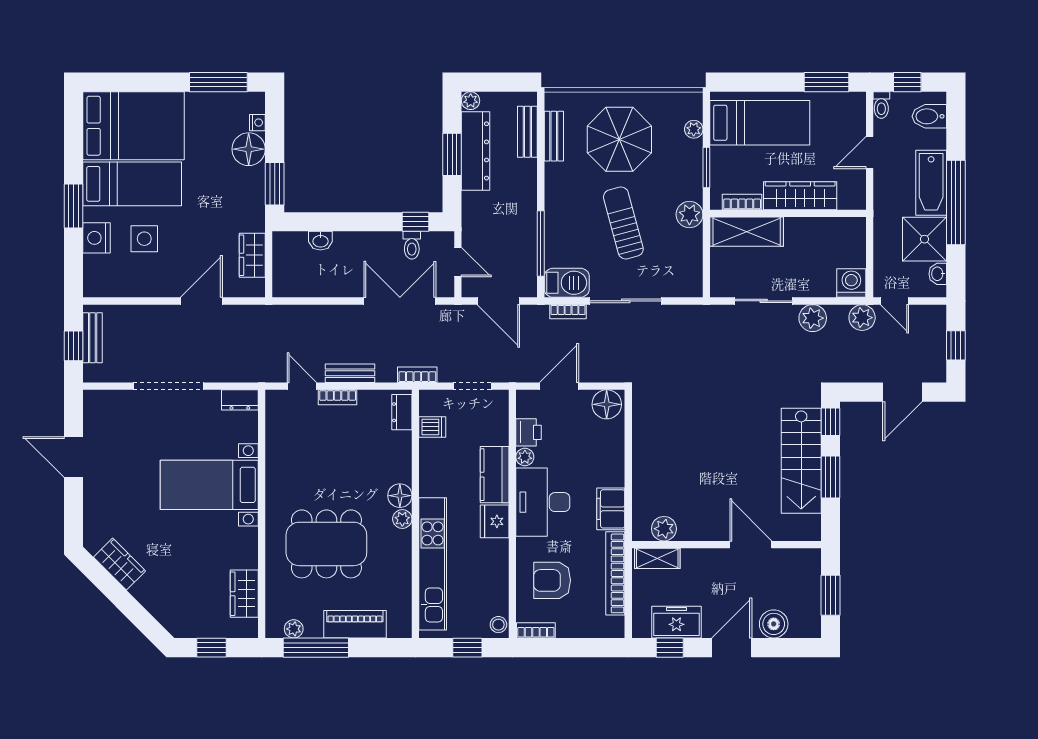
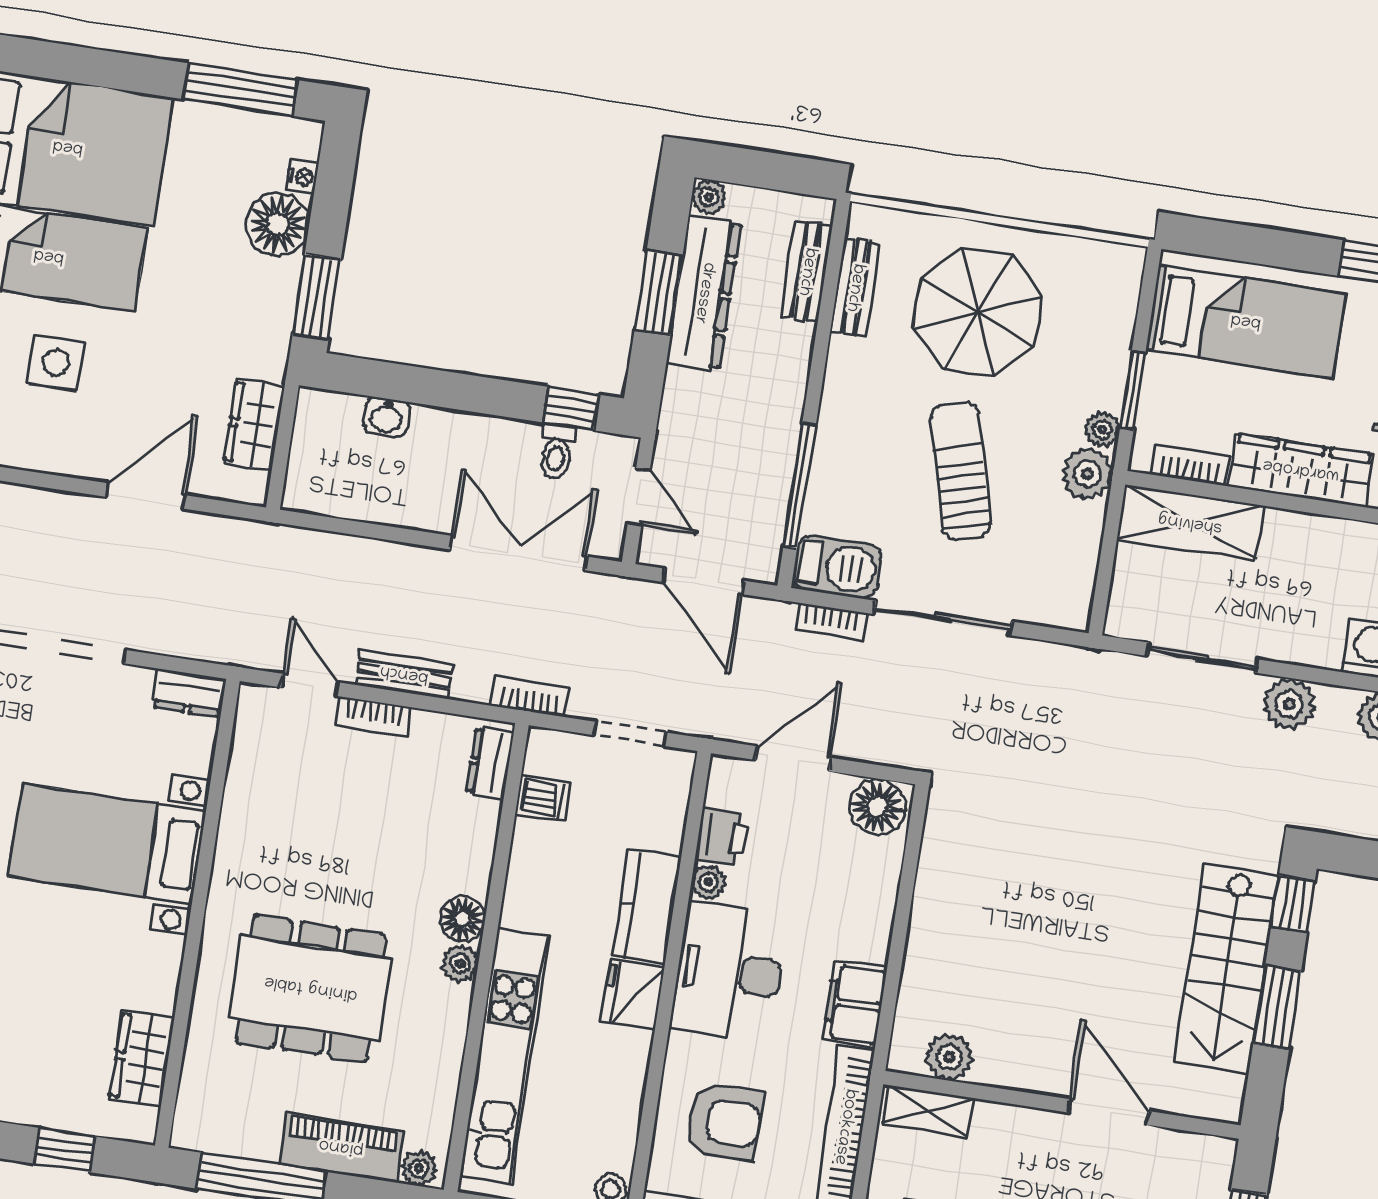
plant: (694, 129) -> (1102, 429), moved
armchair: (552, 580) -> (724, 1122), turned 180
plant: (294, 629) -> (419, 1168), moved

